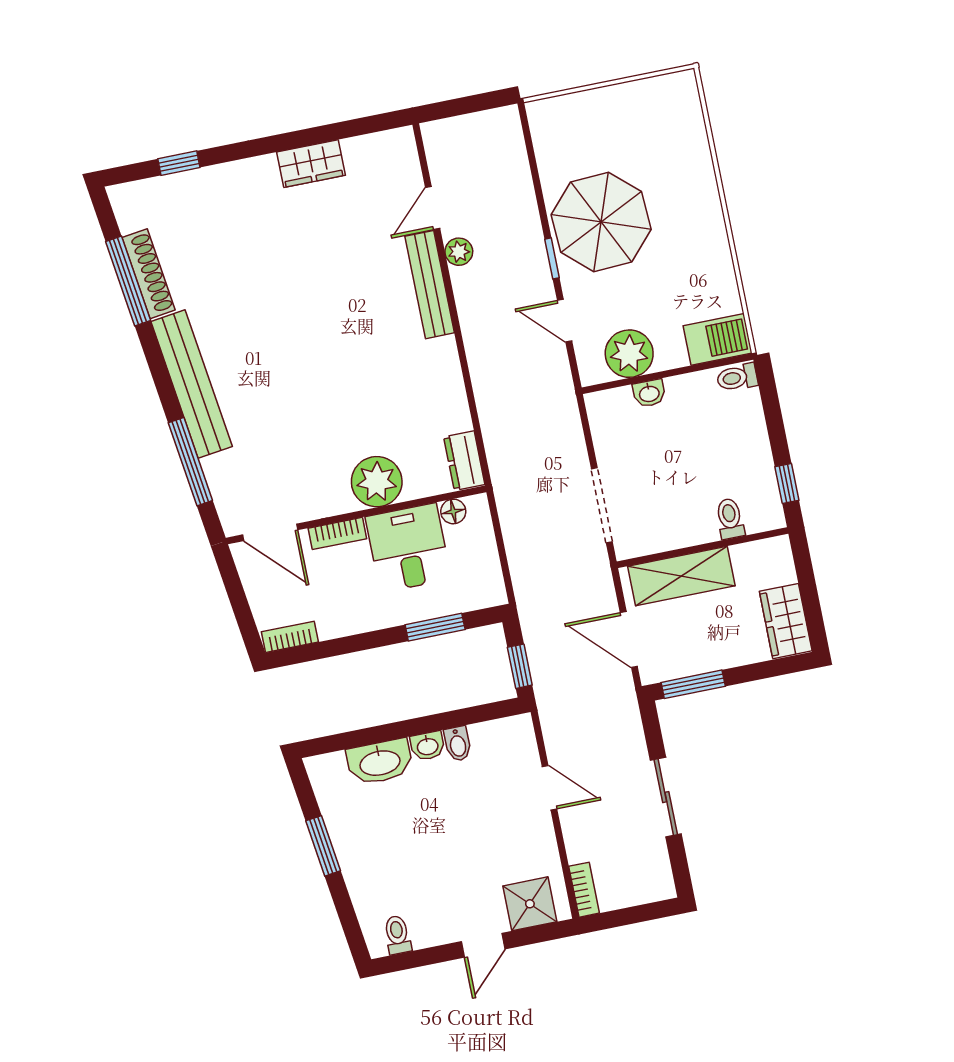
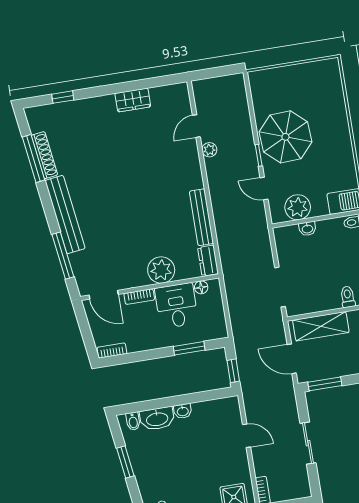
bench: (430, 285) -> (201, 217), moved
bidet: (458, 744) -> (133, 421), moved

